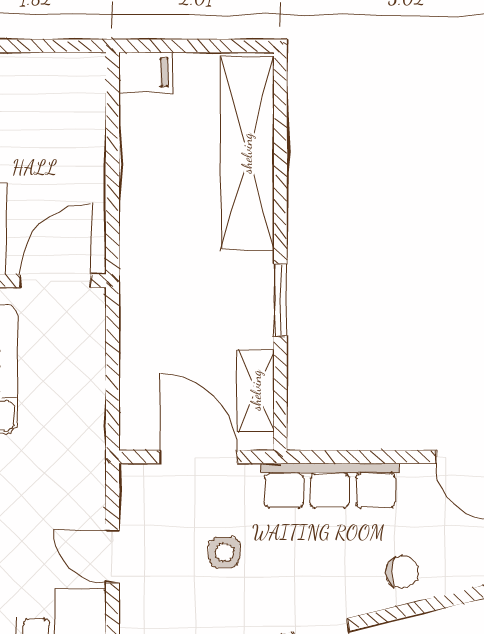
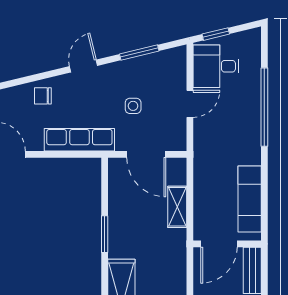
shelving: (256, 390) -> (177, 207), moved
door: (113, 556) -> (190, 104), hinge flipped

